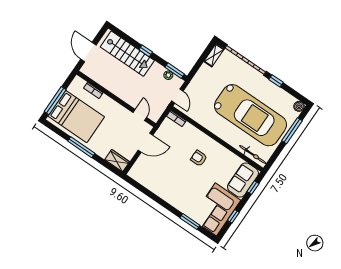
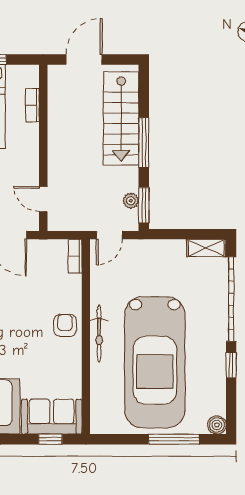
window: (146, 51) -> (144, 143), width x2.17
door: (140, 115) -> (43, 199), swing flipped
bicycle: (253, 155) -> (99, 333), moved
armchair: (199, 158) -> (65, 325), moved

